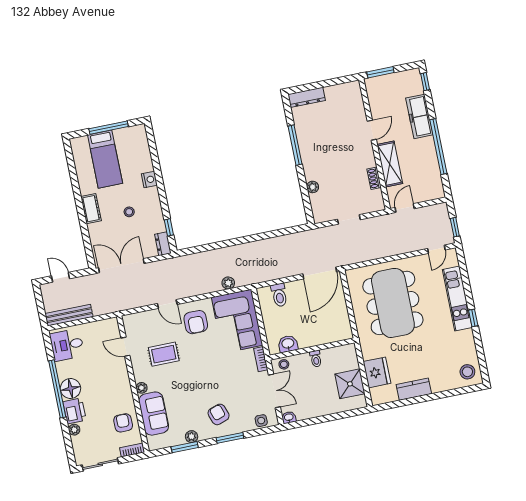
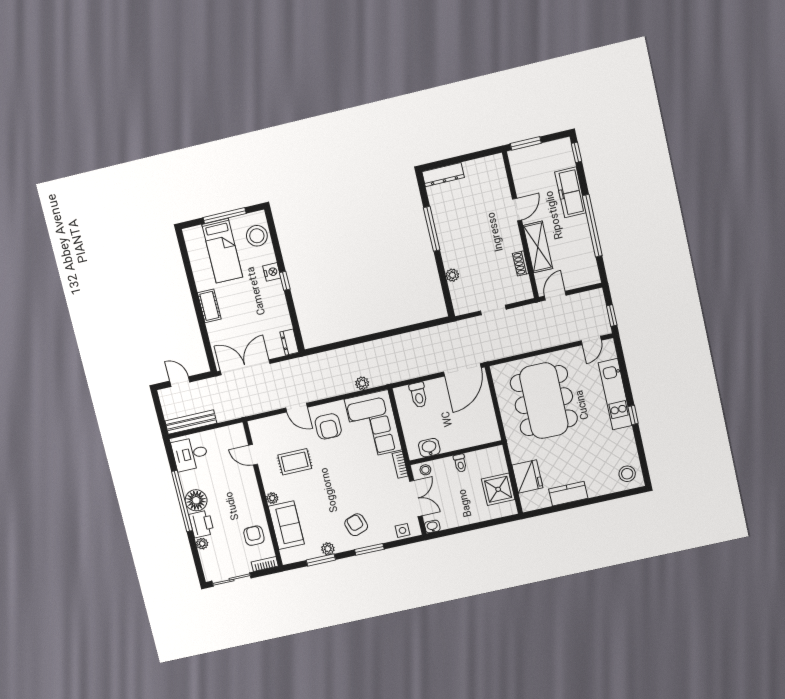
stool: (129, 212) -> (257, 236), moved, width x1.89, depth x1.89
window: (169, 227) -> (285, 281), moved

